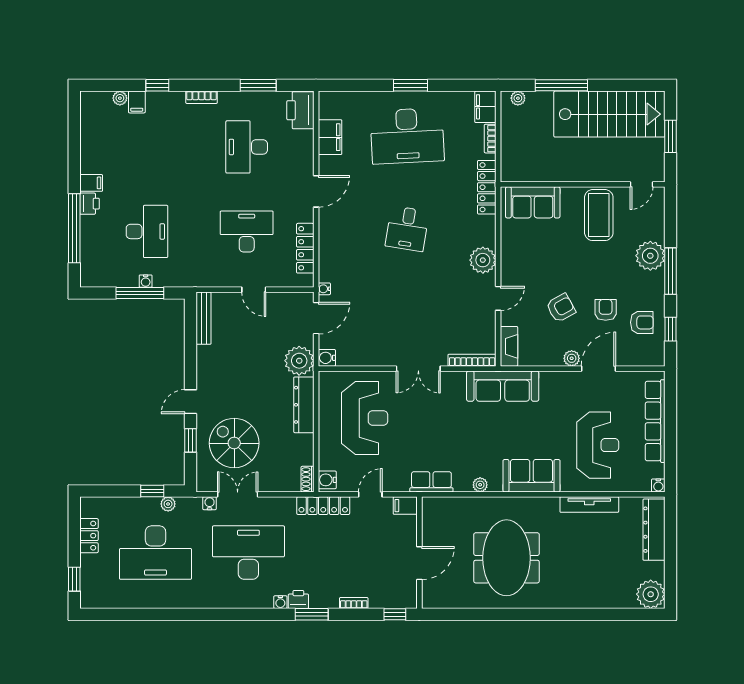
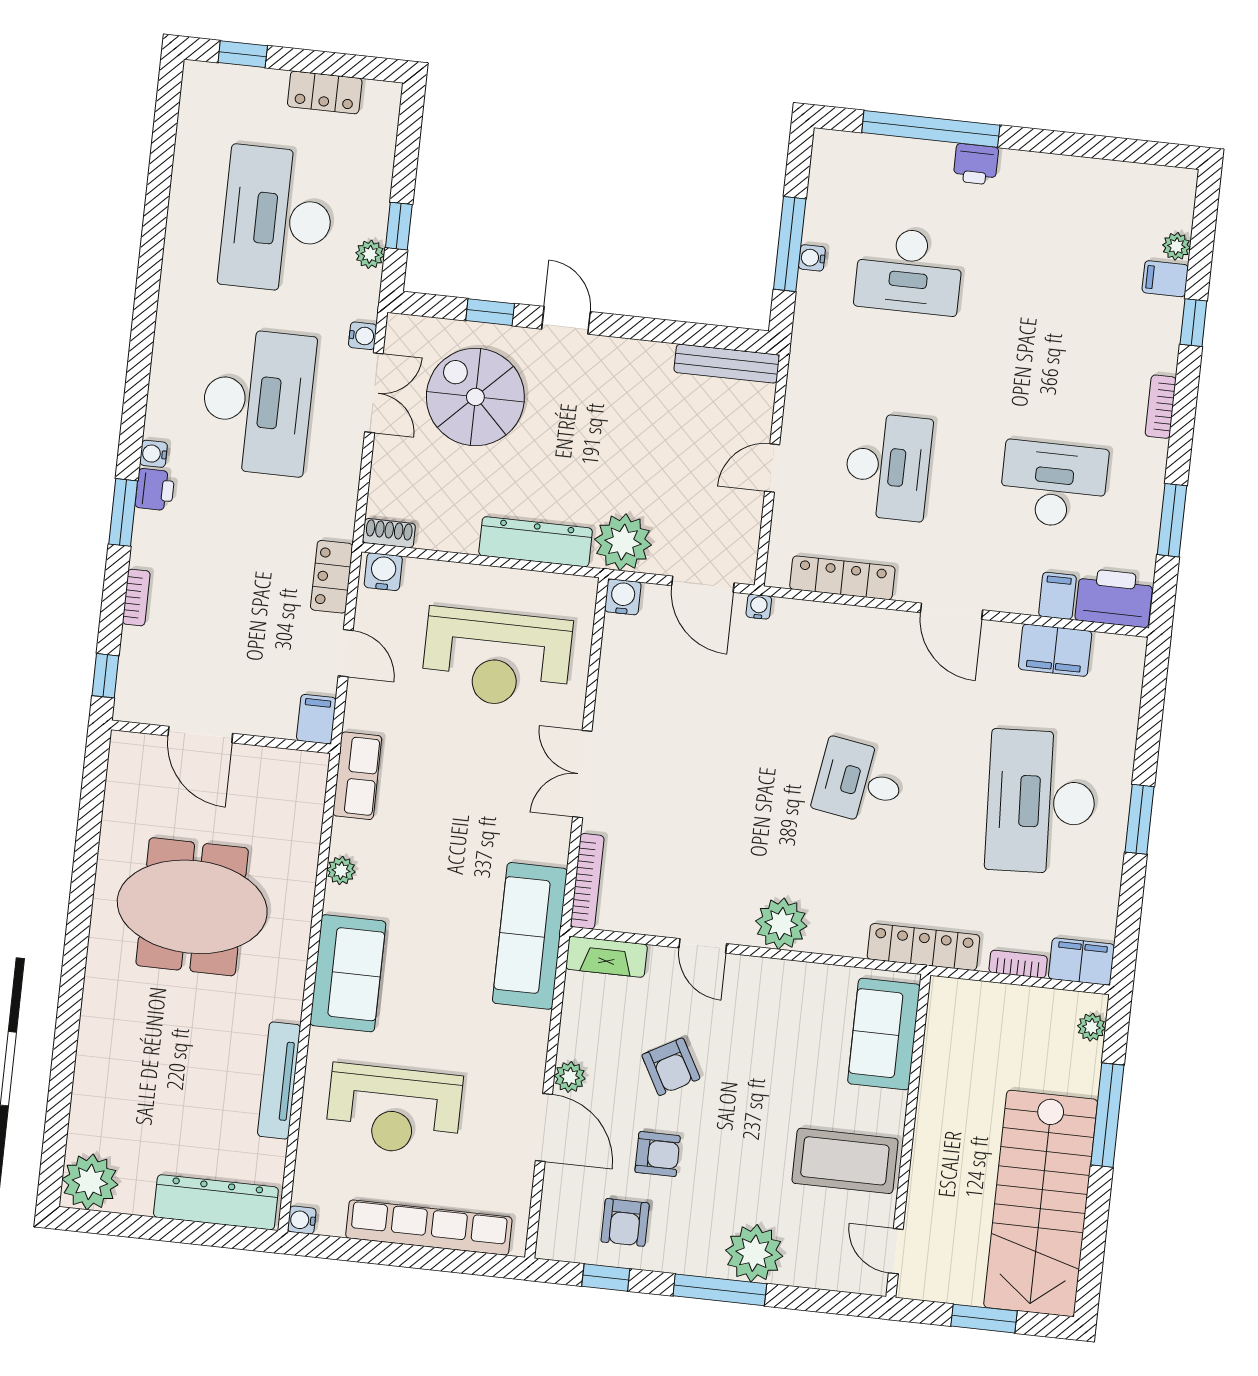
filing cabinet: (91, 183) -> (1057, 596), moved, turned 180
spiral stairs: (234, 443) -> (475, 397), turned -90
locker: (323, 506) -> (332, 577), width x0.66

